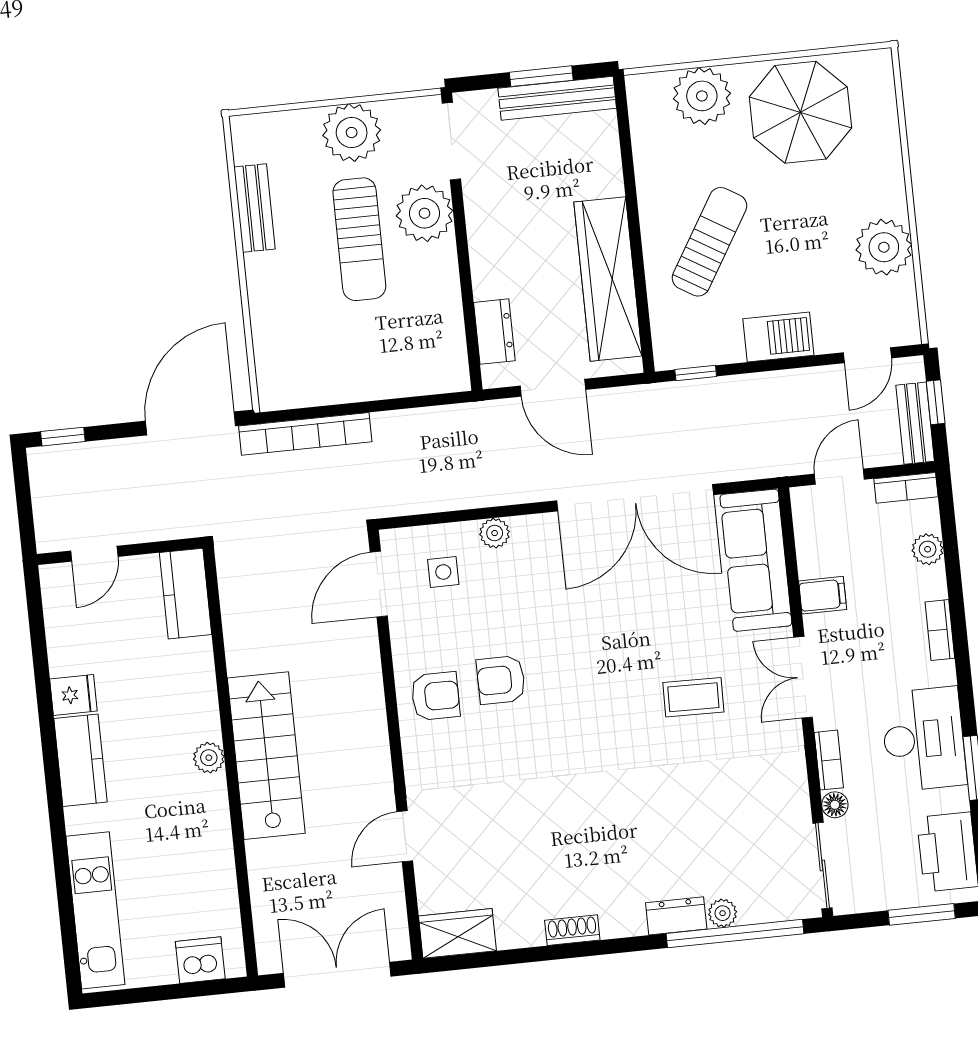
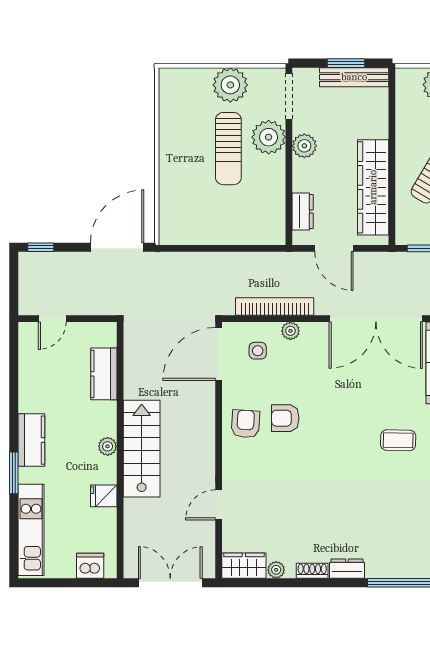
bench: (254, 208) -> (168, 124), removed
plant: (486, 221) -> (304, 146), added
bookcase: (305, 434) -> (275, 306), moved, turned 180
door: (379, 584) -> (219, 354), width x1.36
kitchen counter: (186, 594) -> (104, 374), moved
fridge: (73, 695) -> (104, 496), moved, turned 180
armchair: (435, 696) -> (245, 424), turned -86
window: (57, 818) -> (14, 473), added
plant: (723, 913) -> (276, 570), moved
dresser: (676, 916) -> (347, 569), moved

